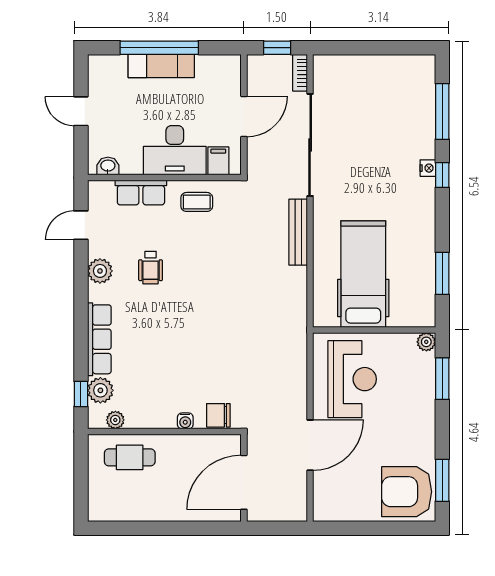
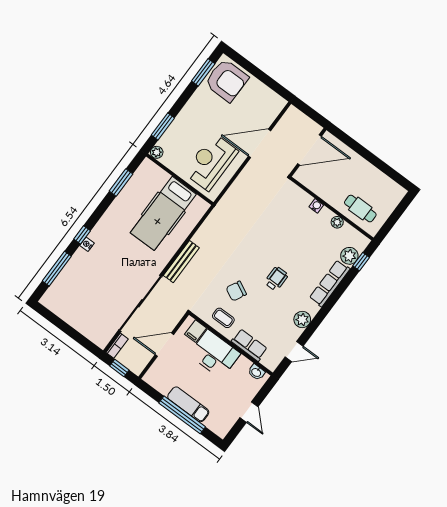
wheelchair: (151, 268) -> (276, 279), moved
chair: (218, 415) -> (236, 291), moved, turned 117
plant: (115, 420) -> (337, 222), moved

